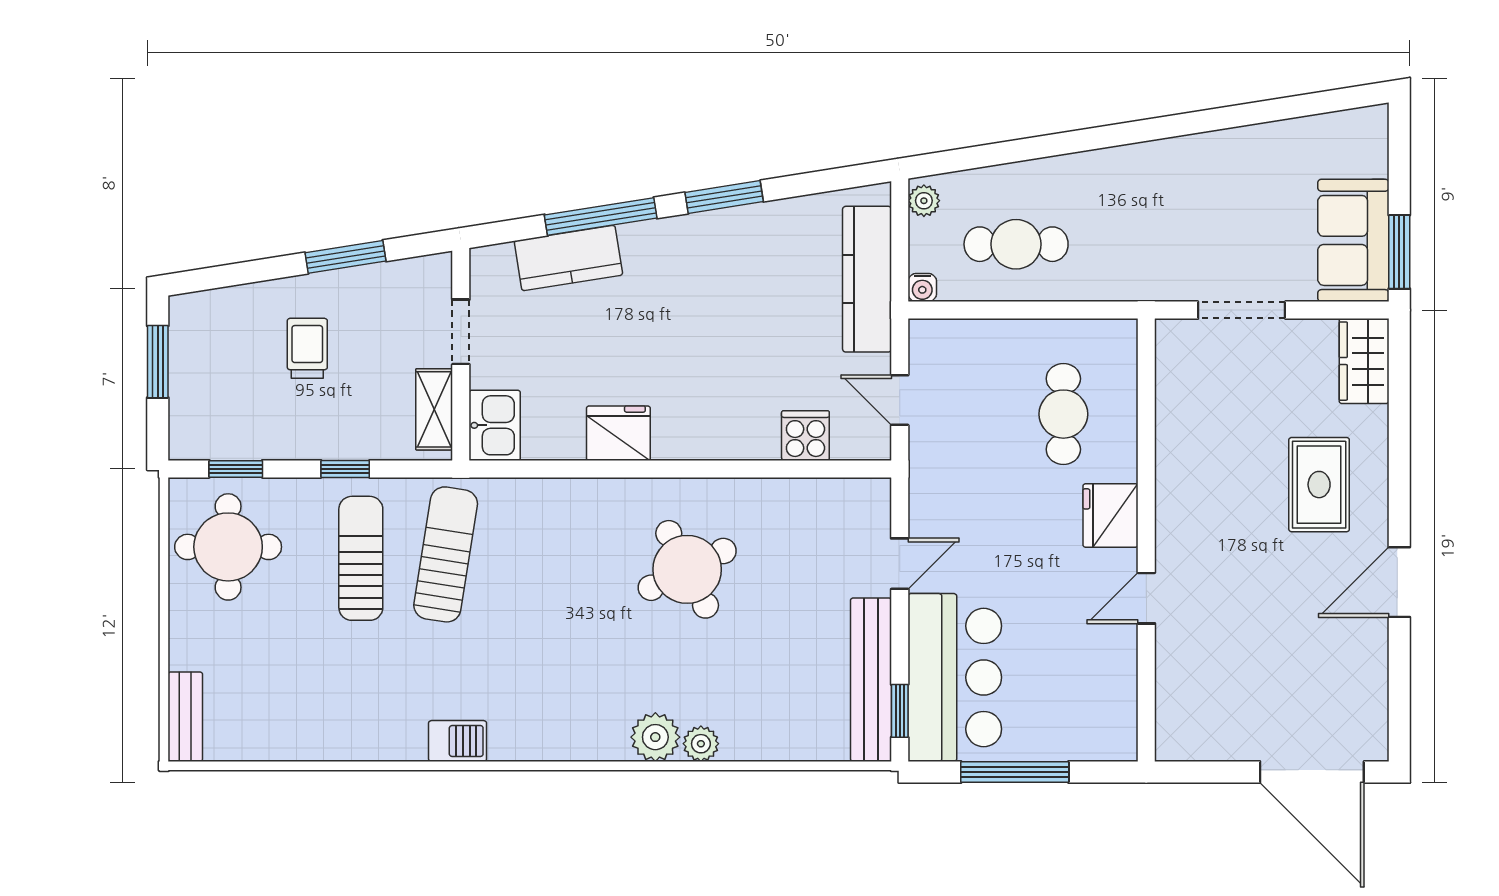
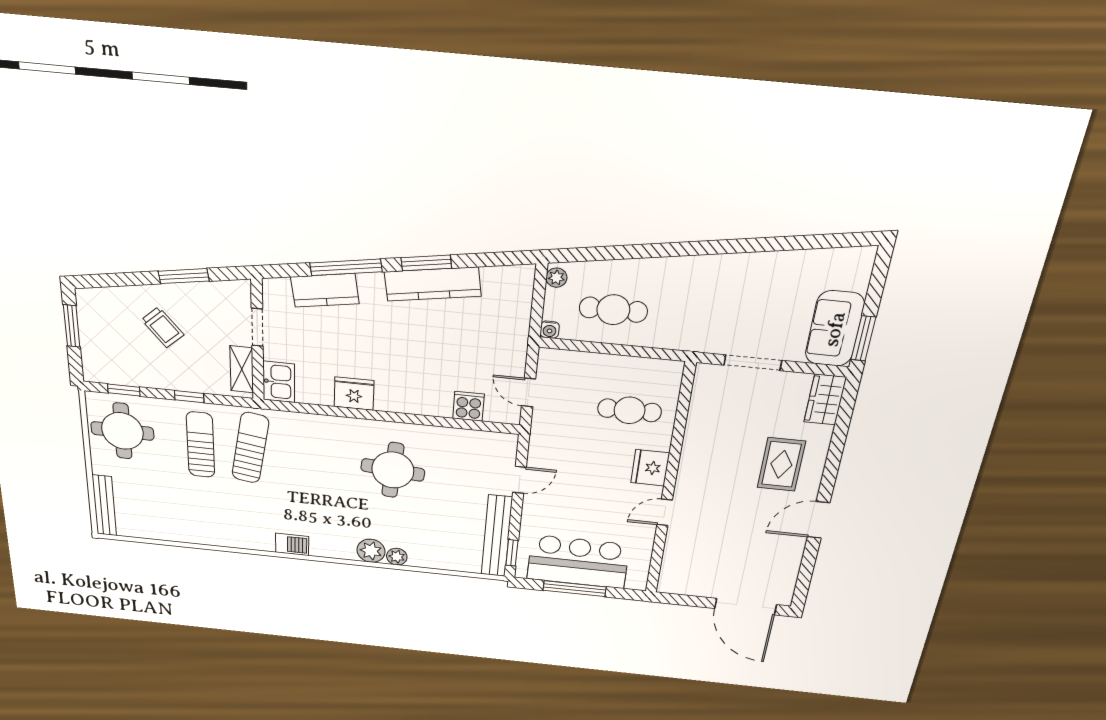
kitchen counter: (867, 279) -> (433, 284), moved, turned -99
trolley: (307, 348) -> (163, 327), turned 139
cafe table: (1063, 414) -> (630, 410), turned 90
round table: (687, 569) -> (393, 470), turned 32
bar counter: (955, 677) -> (578, 562), moved, turned -90
bench: (185, 717) -> (104, 505), width x1.36
barbecue: (458, 741) -> (292, 544), moved

